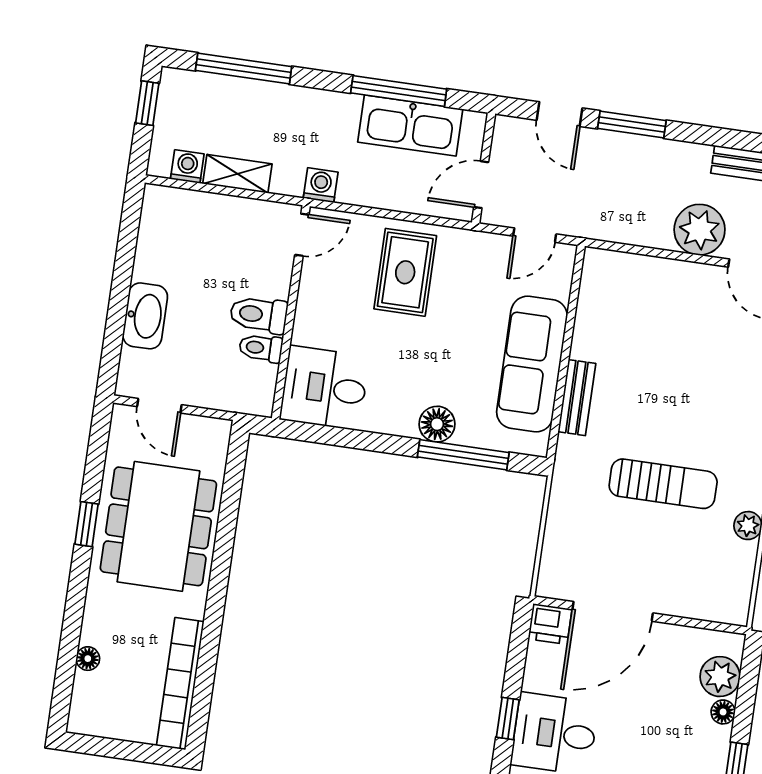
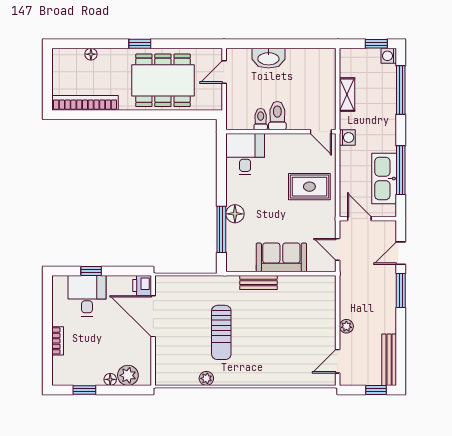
washing machine: (187, 166) -> (389, 56), moved, turned 180
plant: (700, 230) -> (346, 326), width x0.53, depth x0.53
sofa: (532, 364) -> (281, 257), width x0.73
window: (87, 524) -> (140, 44), moved

